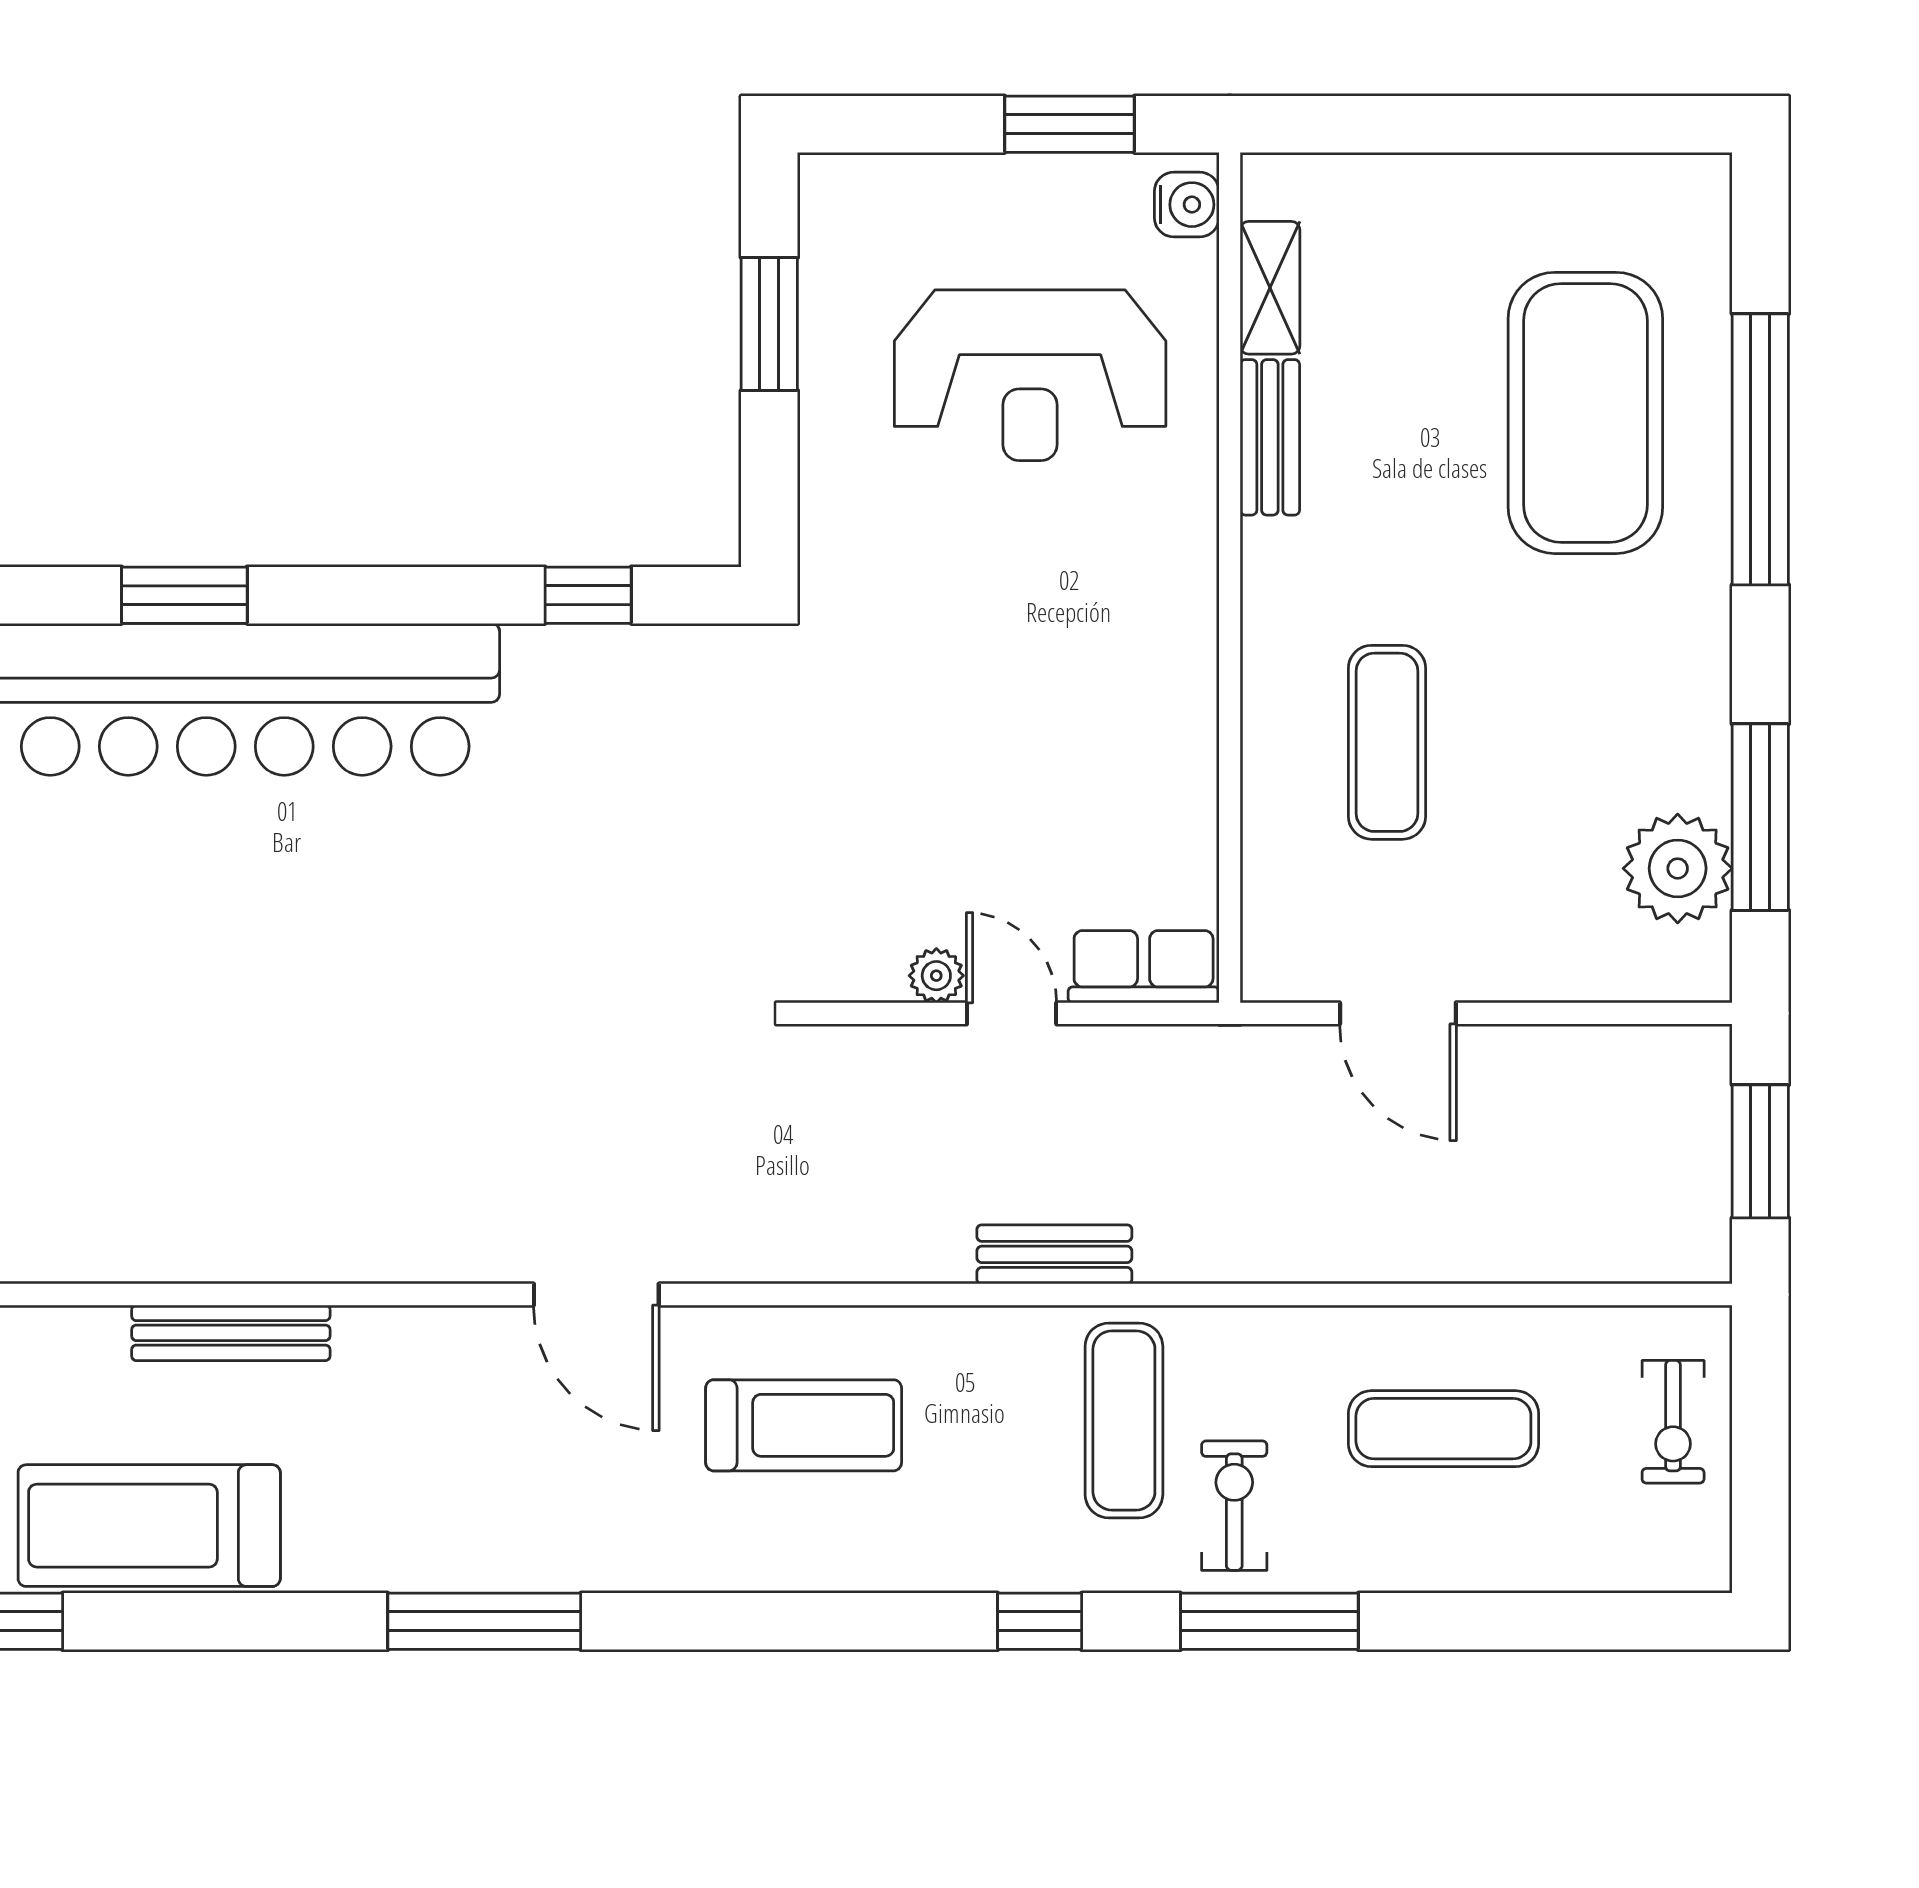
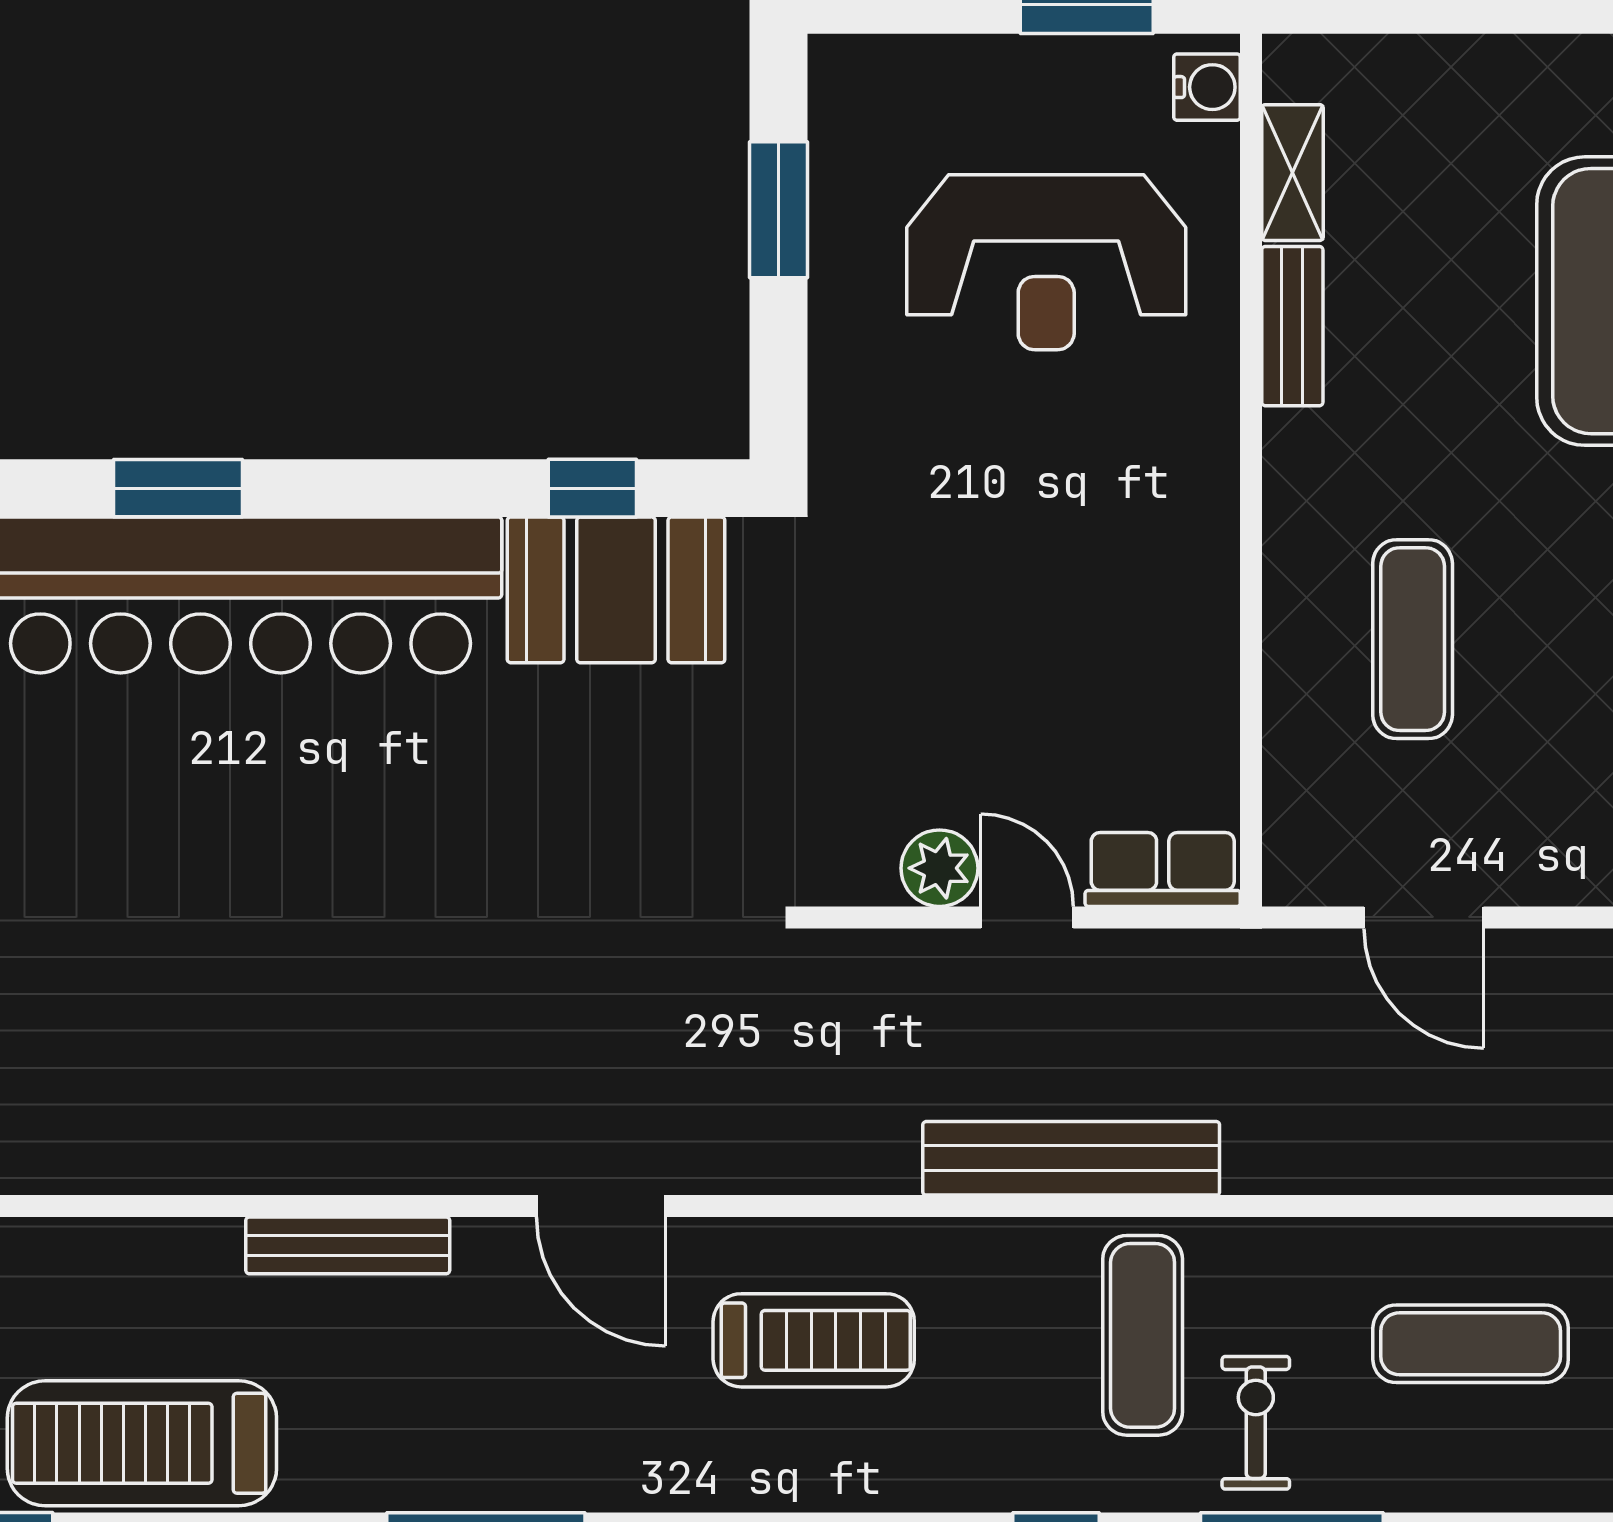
booth: (611, 694) -> (616, 590), added
plant: (936, 976) -> (939, 868), width x1.38, depth x1.38
bench: (1054, 1254) -> (1071, 1158), width x1.86, depth x1.21
bench: (231, 1333) -> (348, 1245), moved

